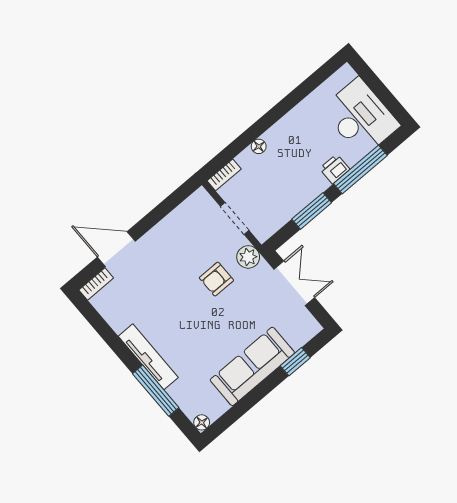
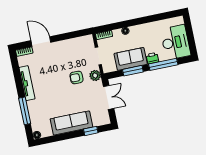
sofa: (296, 192) -> (131, 59), added
tv unit: (148, 357) -> (27, 83), moved

